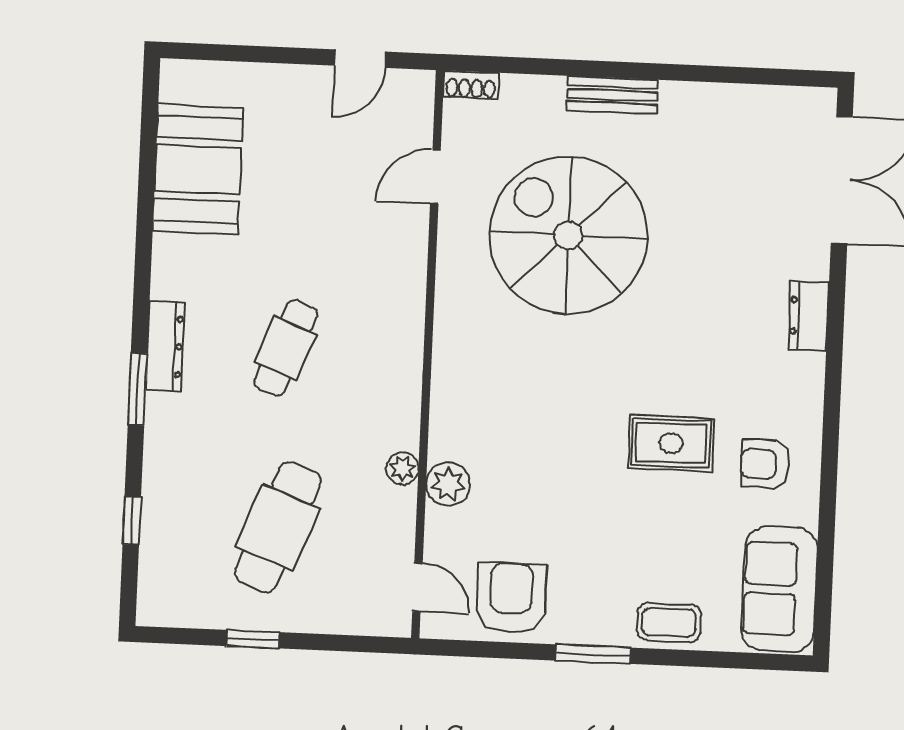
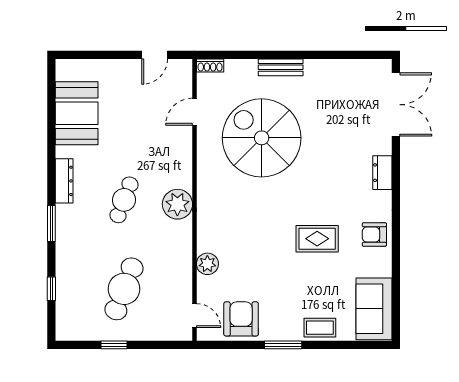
dresser: (165, 346) -> (64, 181), moved
armchair: (765, 464) -> (374, 235), moved
plant: (402, 468) -> (177, 204), moved, width x1.88, depth x1.88

